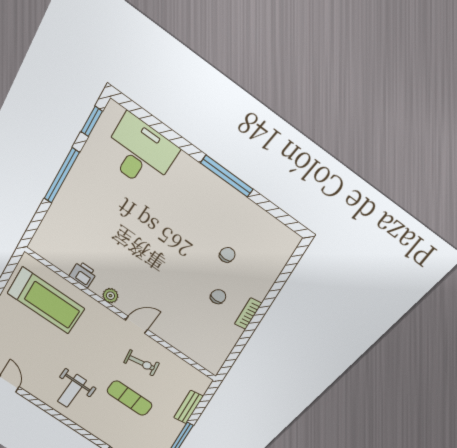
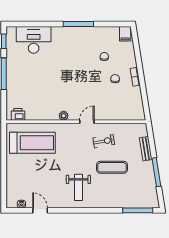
filing cabinet: (285, 243) -> (125, 34), added
printer: (83, 274) -> (18, 114), moved

